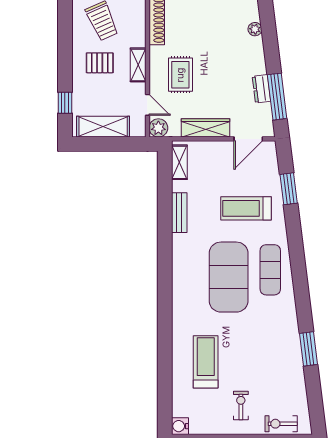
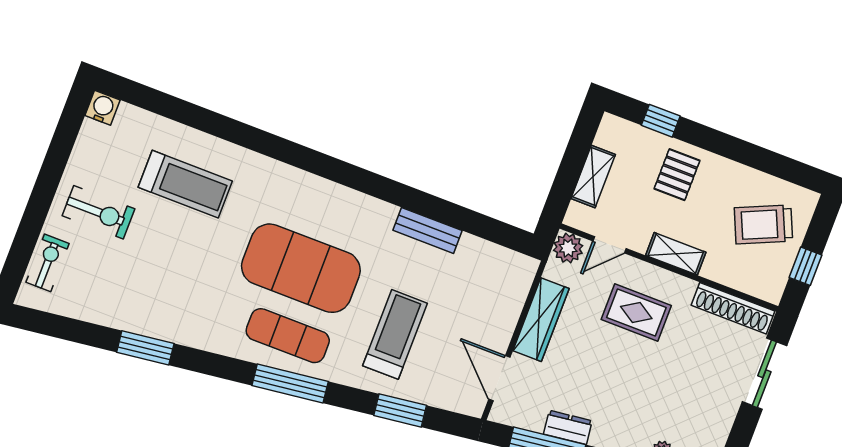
pallet: (100, 63) -> (677, 175), moved
shelving: (103, 127) -> (593, 176), width x0.67, depth x0.75
shelving: (179, 162) -> (504, 260), removed
window: (297, 258) -> (290, 383), added
exercise bike: (241, 406) -> (98, 212), width x1.38, depth x1.39

